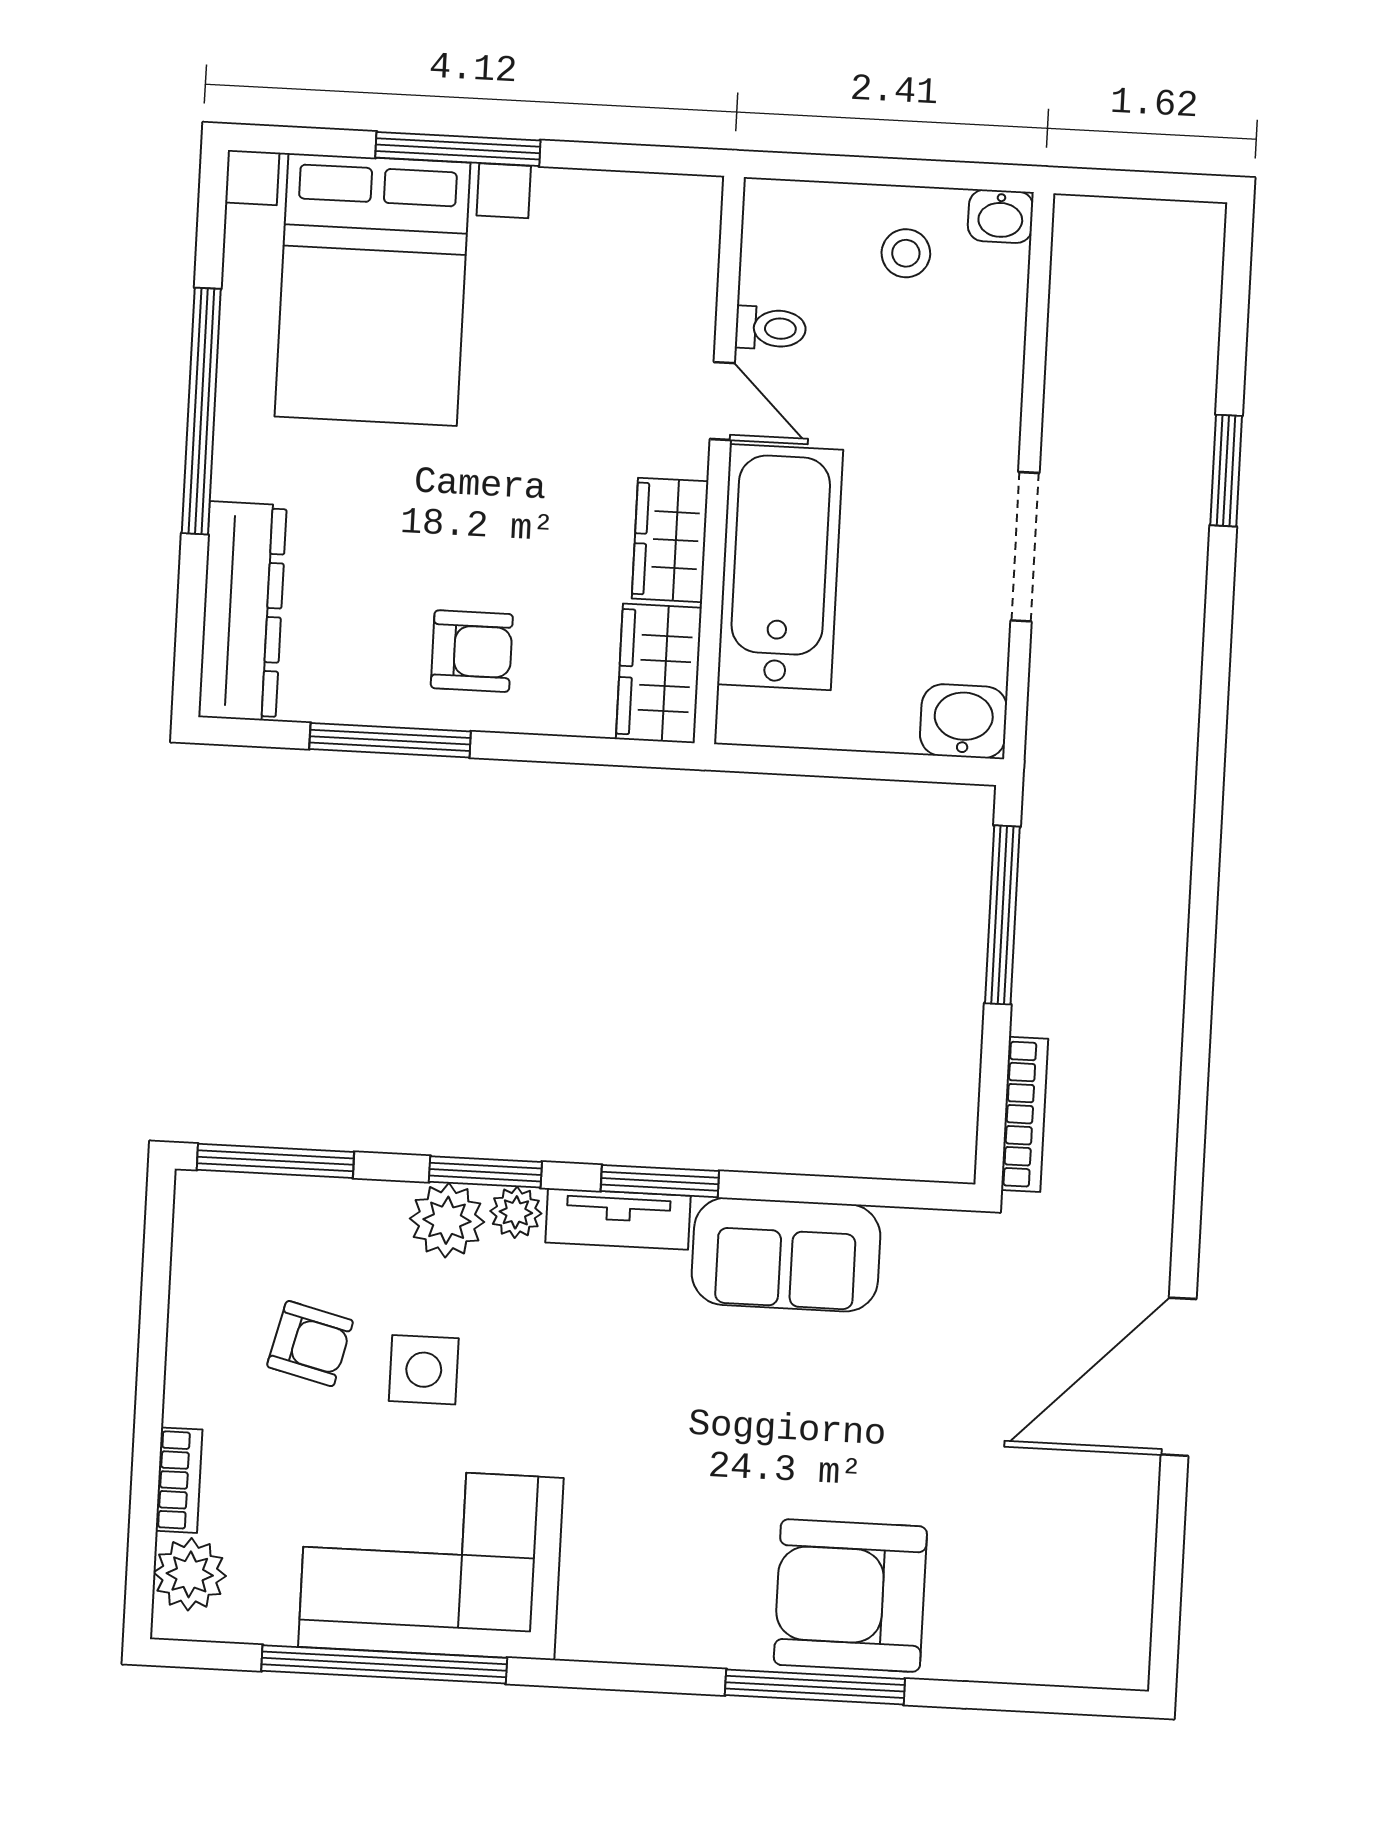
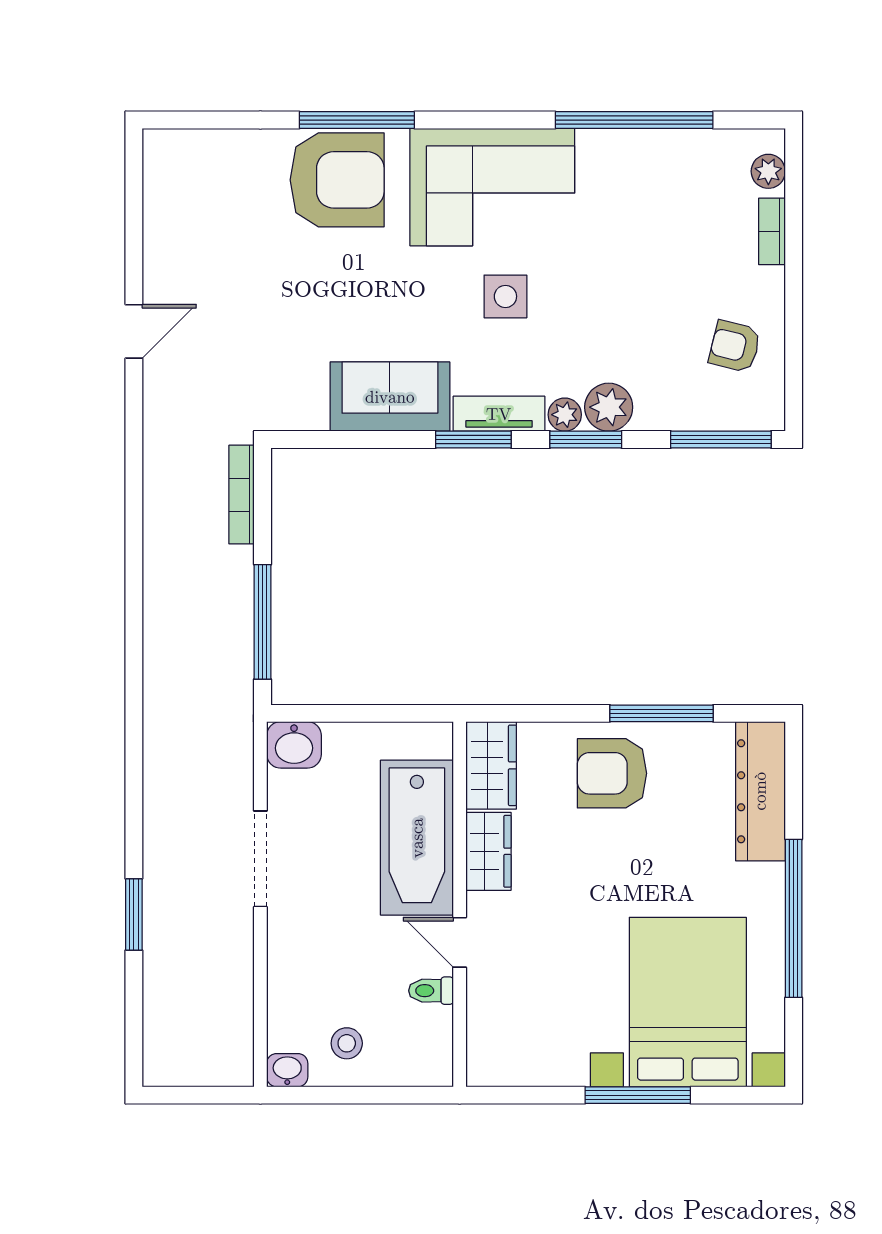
armchair: (472, 651) -> (612, 773), width x1.38, depth x1.38
armchair: (310, 1344) -> (735, 346), moved
side table: (424, 1370) -> (505, 296), moved
door: (1179, 1377) -> (134, 331), width x0.53
corner sofa: (431, 1562) -> (492, 187), moved
plant: (190, 1574) -> (768, 171), width x0.73, depth x0.73

